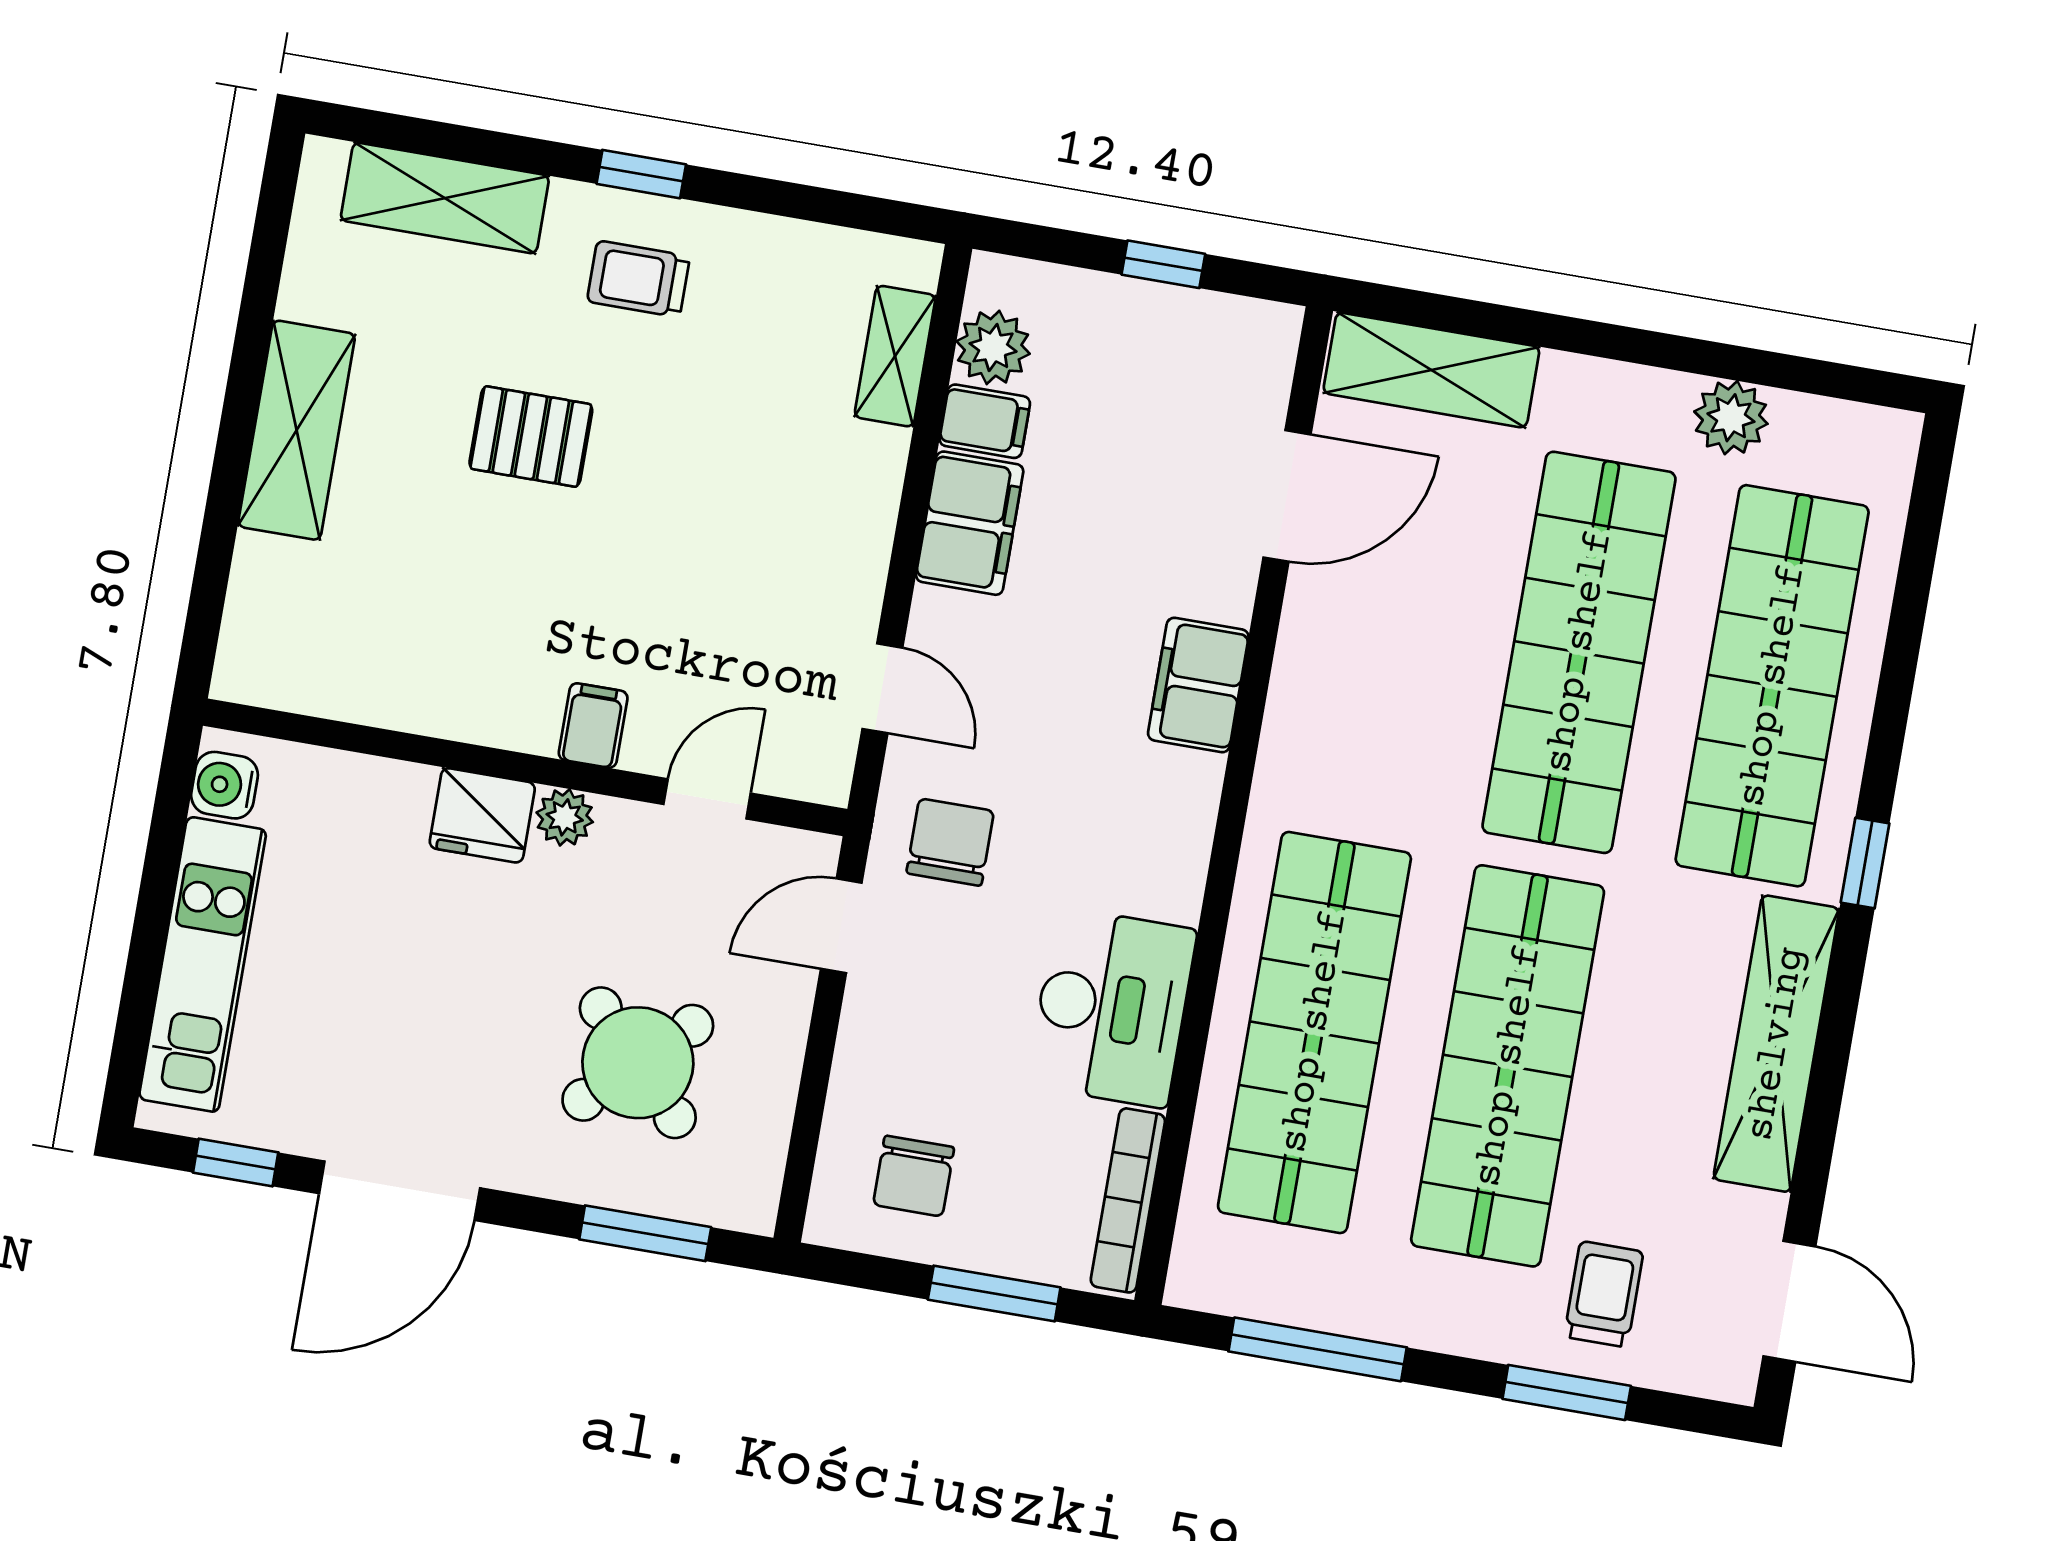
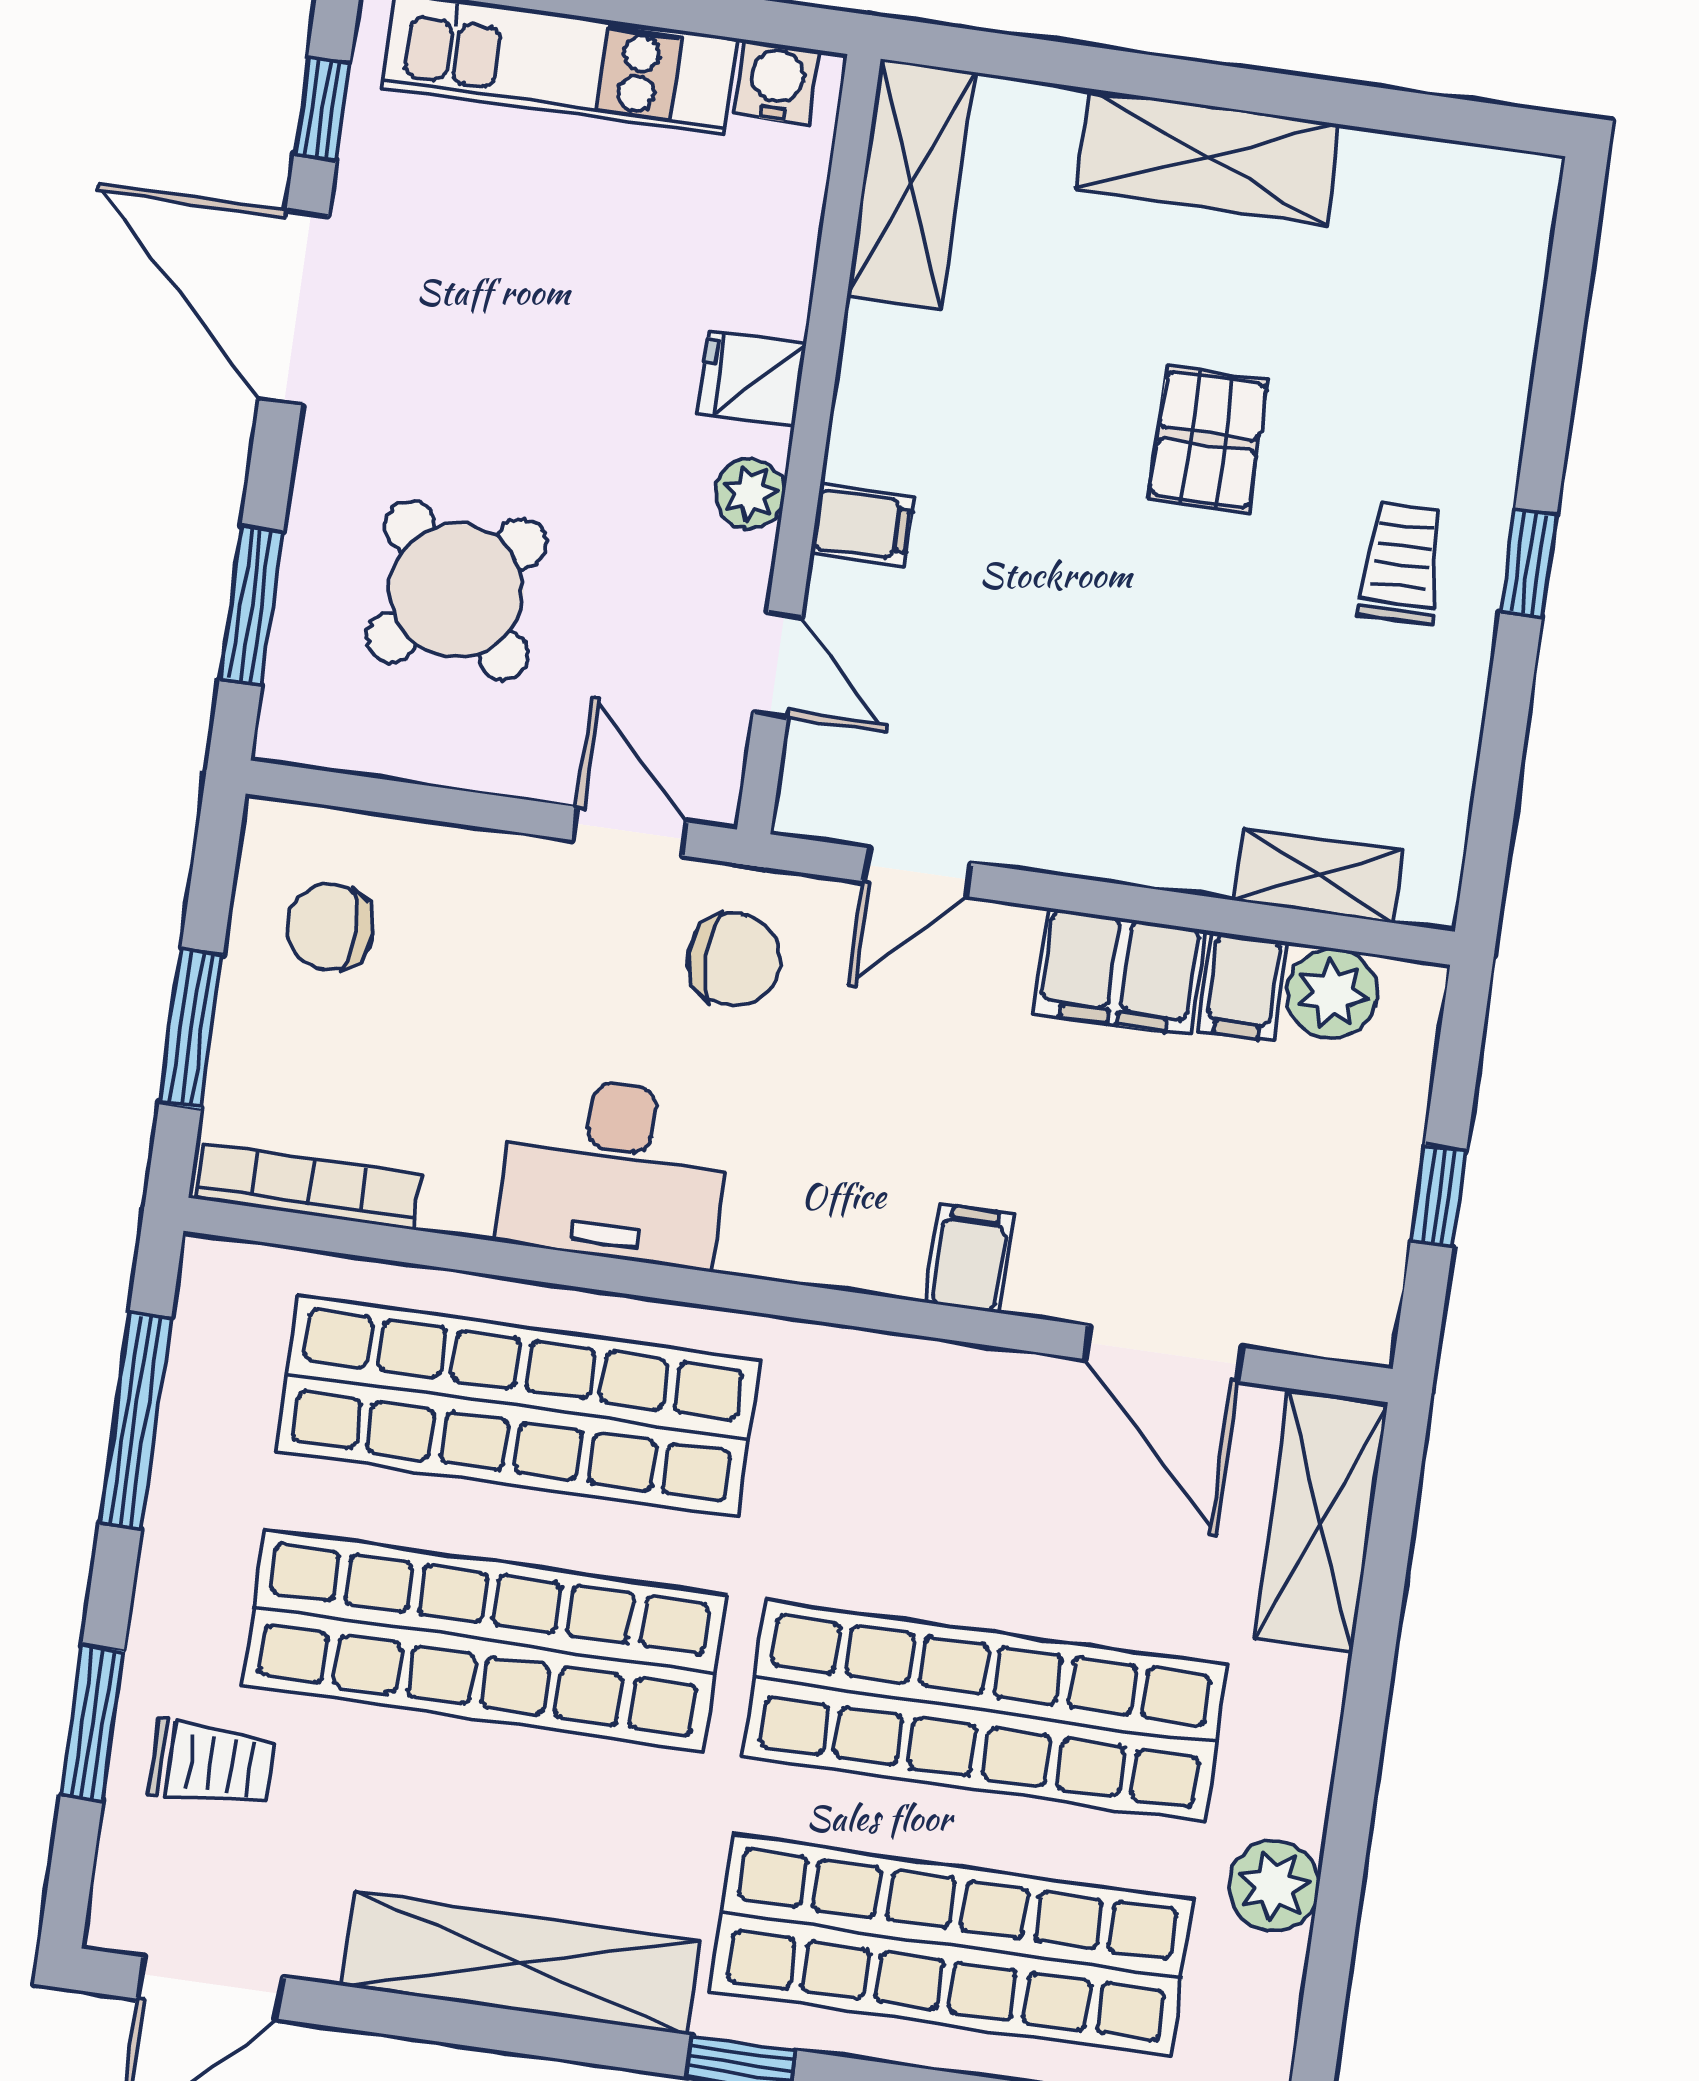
shelving: (445, 198) -> (911, 184), moved
filing cabinet: (1198, 685) -> (969, 1258), width x0.50
fridge: (482, 815) -> (752, 378), width x0.72
desk: (1112, 1007) -> (614, 1171), moved

